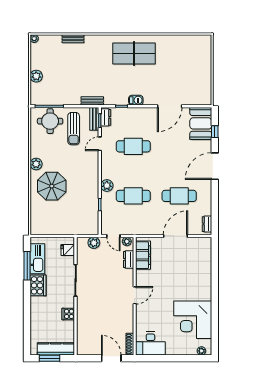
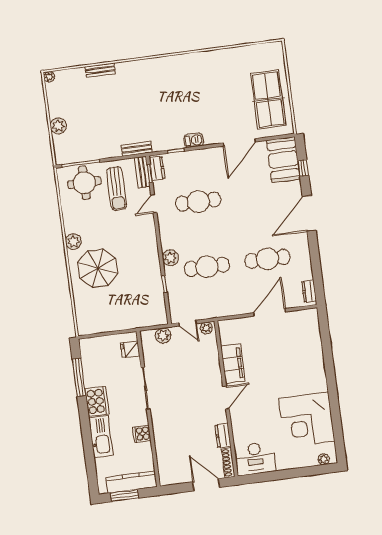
table tennis table: (134, 54) -> (268, 100), moved, turned 90
filing cabinet: (143, 255) -> (233, 363), moved
kitchen sink: (37, 259) -> (101, 436), moved
dresser: (129, 259) -> (223, 436), moved

